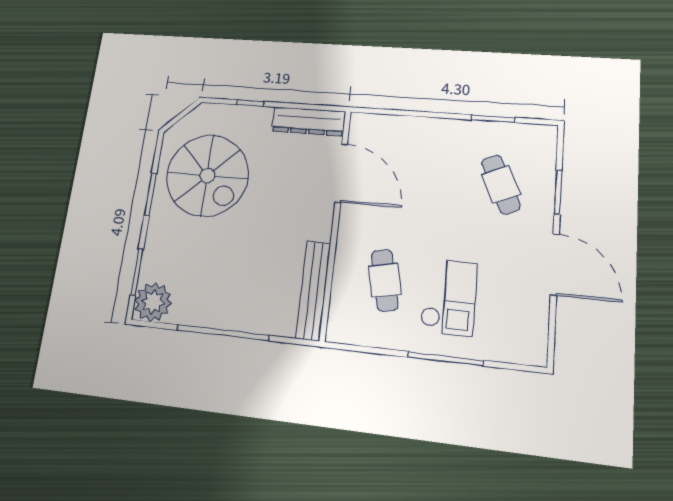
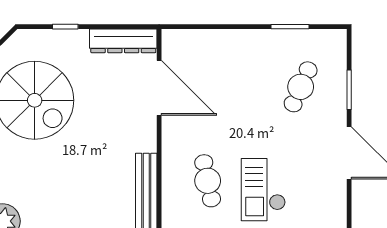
cafe table: (501, 184) -> (301, 87), turned 48
checkout: (449, 297) -> (263, 190), turned 180

